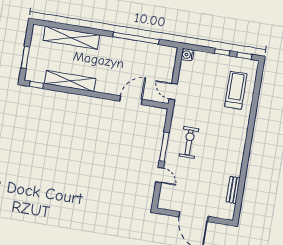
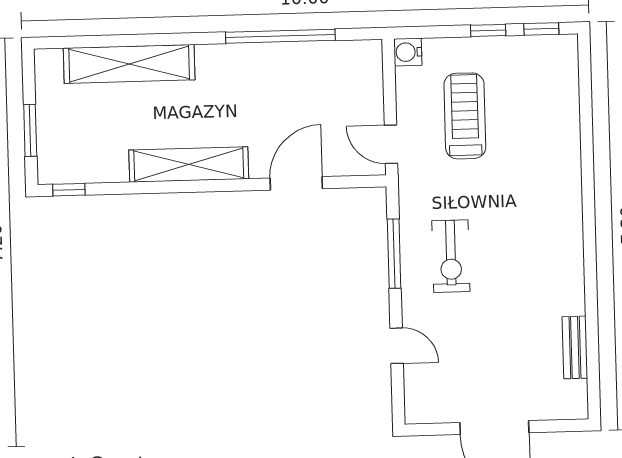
shelving: (70, 81) -> (189, 164), moved
treadmill: (236, 90) -> (465, 116), moved
exercise bike: (189, 142) -> (451, 256), turned 180
window: (164, 147) -> (394, 254), moved

